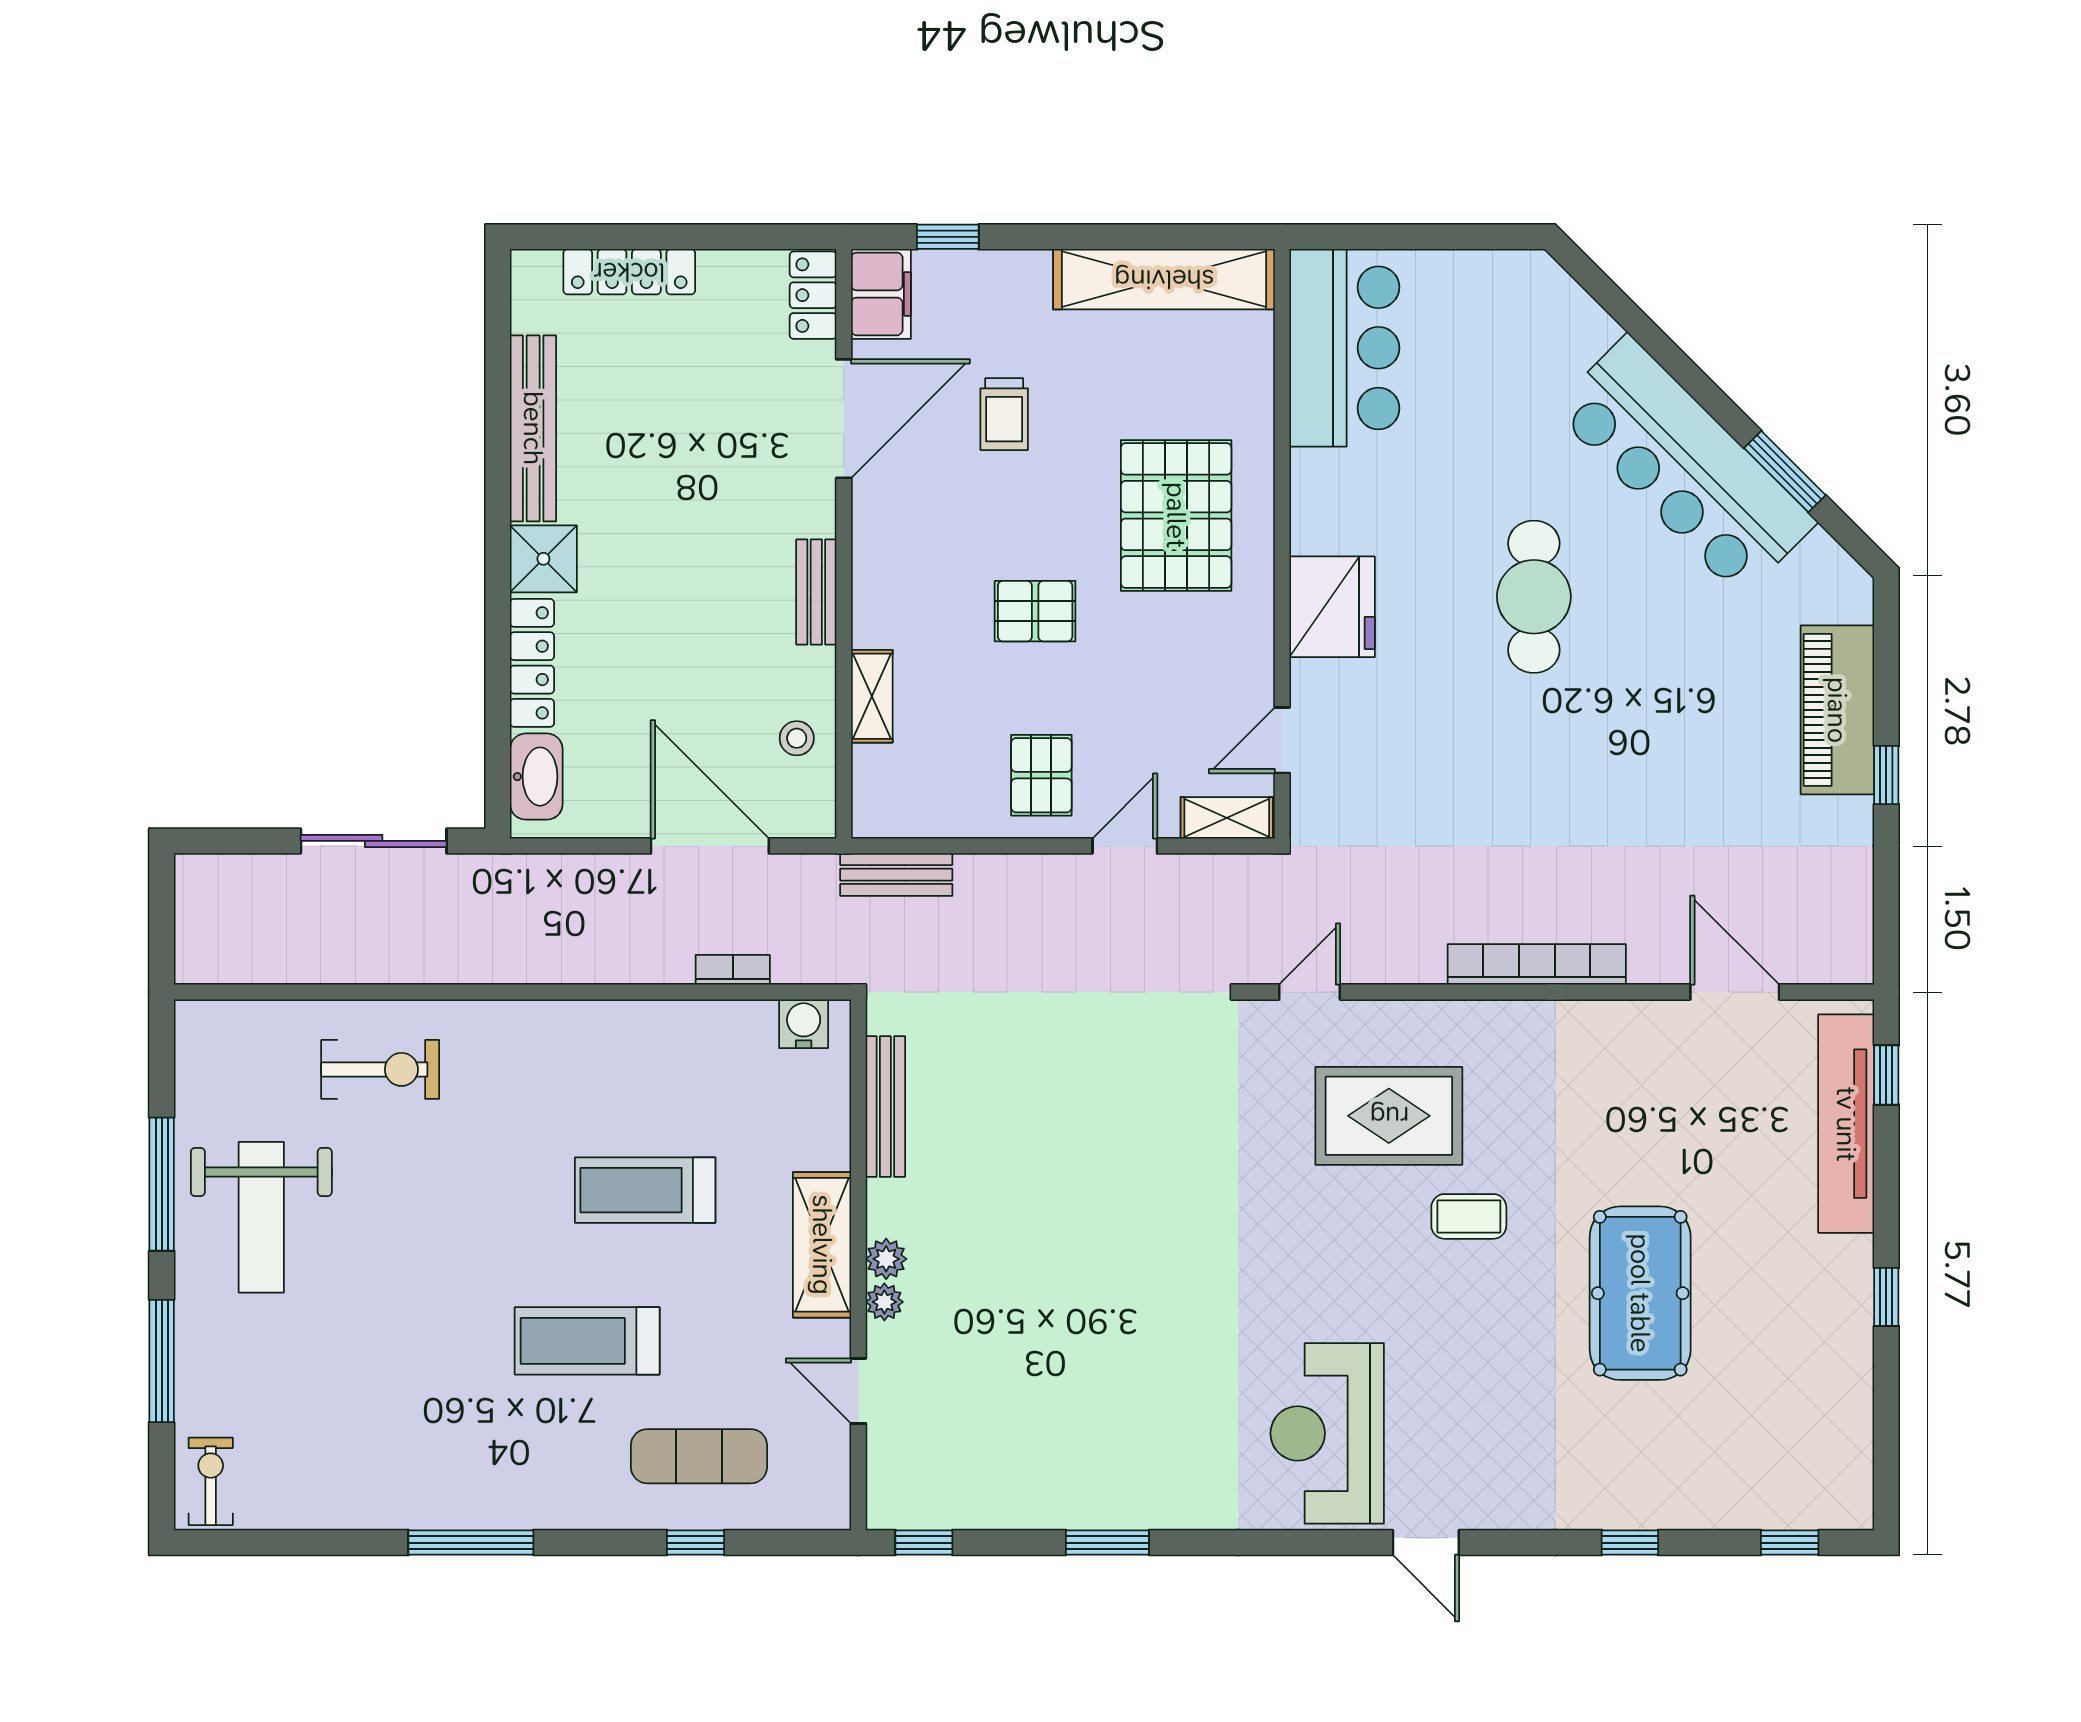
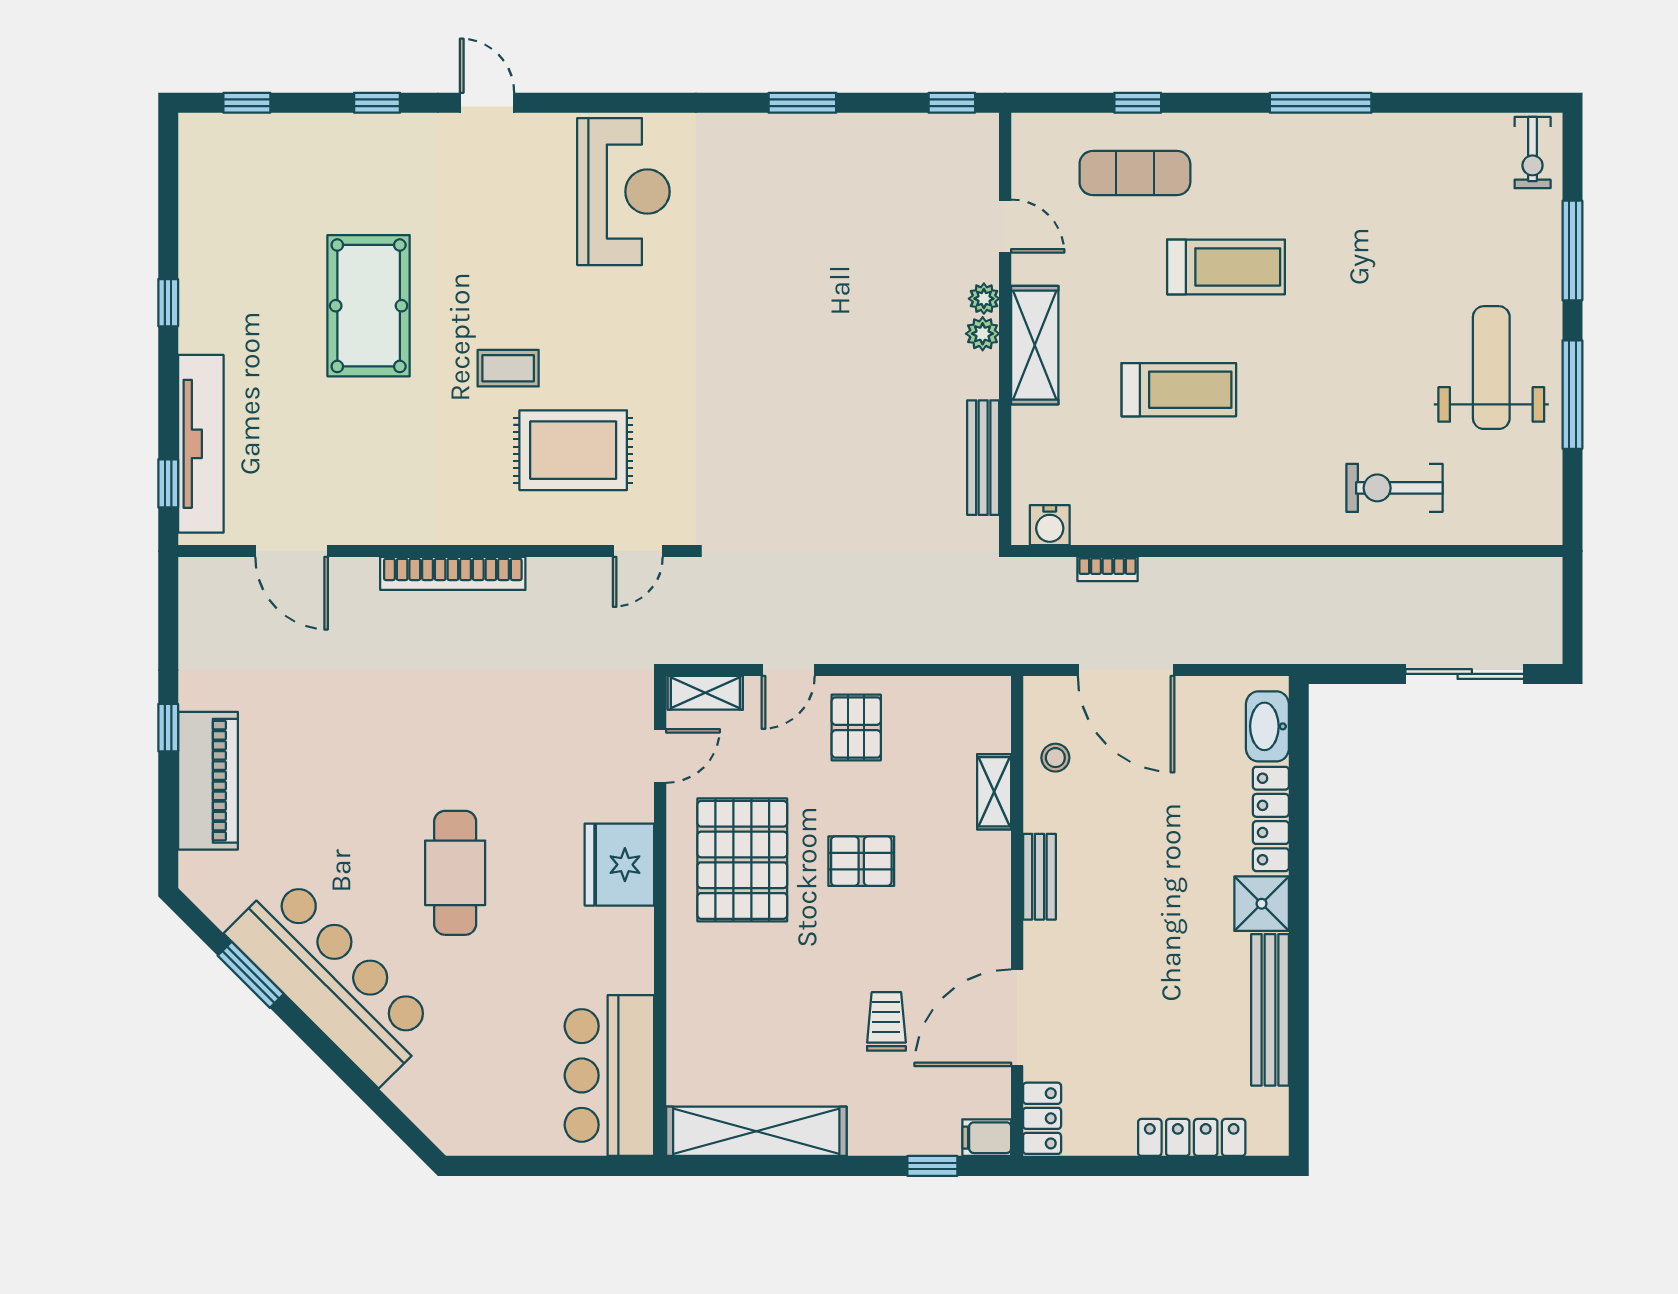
filing cabinet: (881, 294) -> (987, 1138), width x0.50
pallet: (1176, 515) -> (742, 860), moved
sliding door: (374, 841) -> (1465, 674), moved
bench: (896, 875) -> (974, 647), removed
door: (1426, 1543) -> (487, 103), moved

